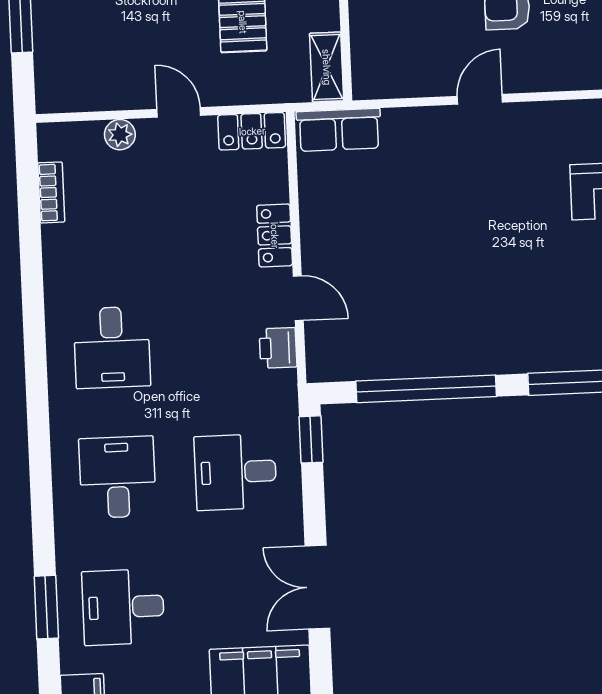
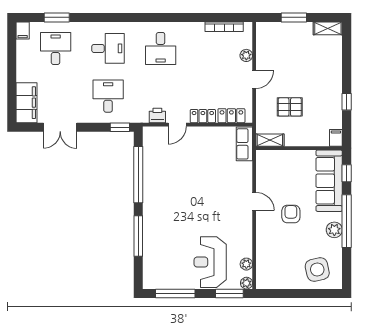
locker: (252, 131) -> (231, 116), moved, turned 90
bookcase: (51, 192) -> (224, 27), width x1.56
desk: (112, 347) -> (161, 48), turned -90
double door: (317, 587) -> (60, 127), swing flipped

